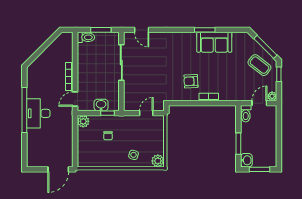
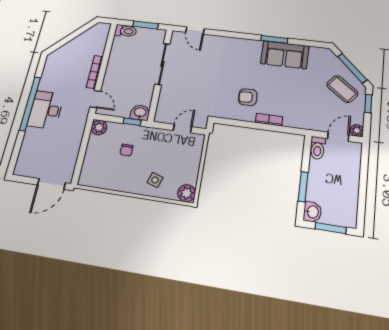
door: (75, 99) -> (95, 99), swing flipped
washbasin: (101, 105) -> (140, 113), moved

